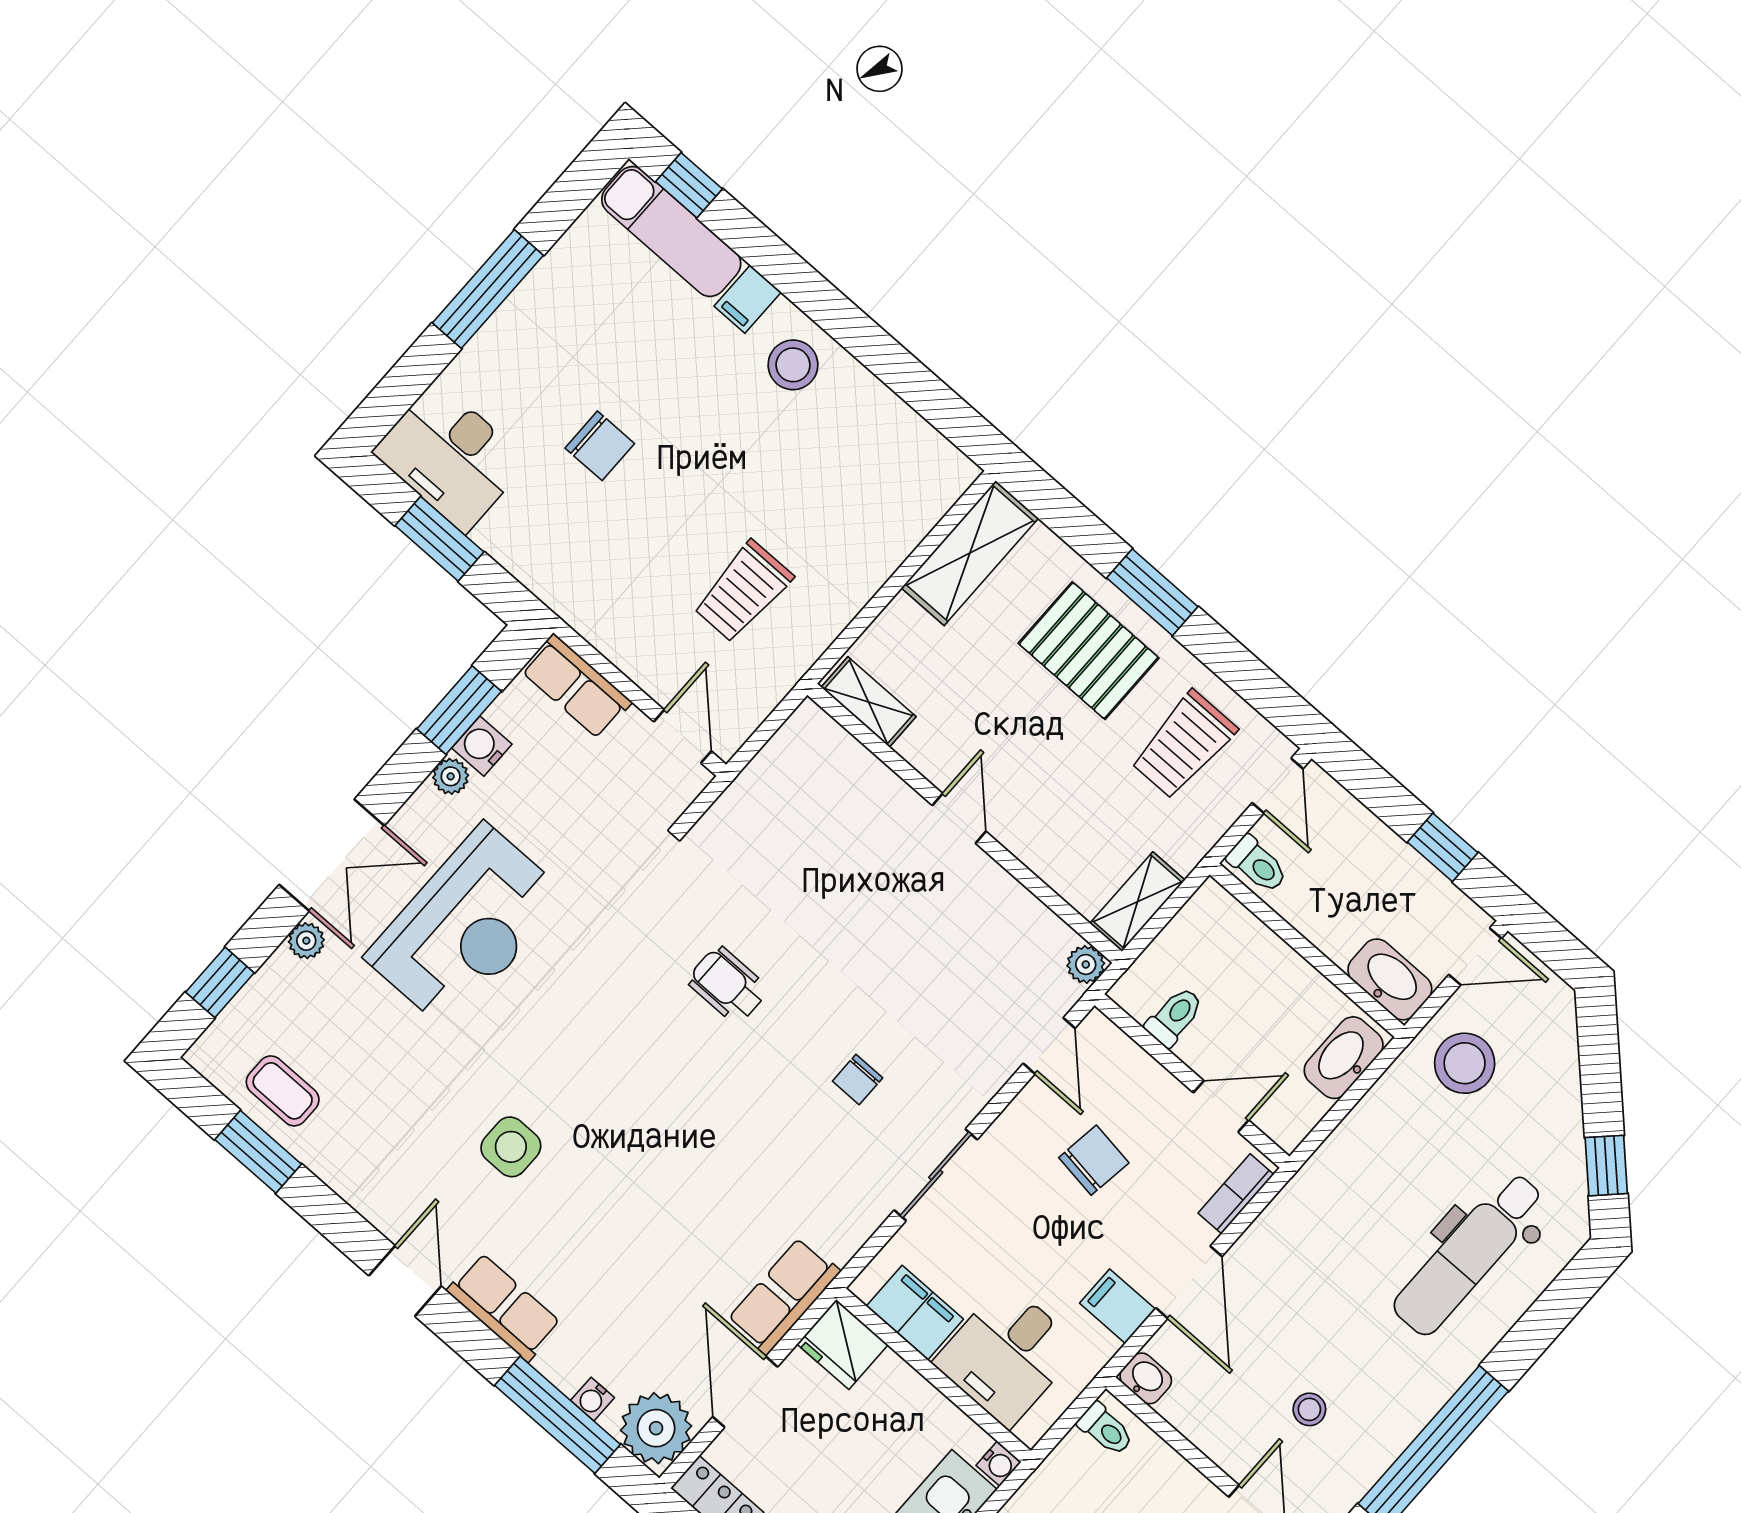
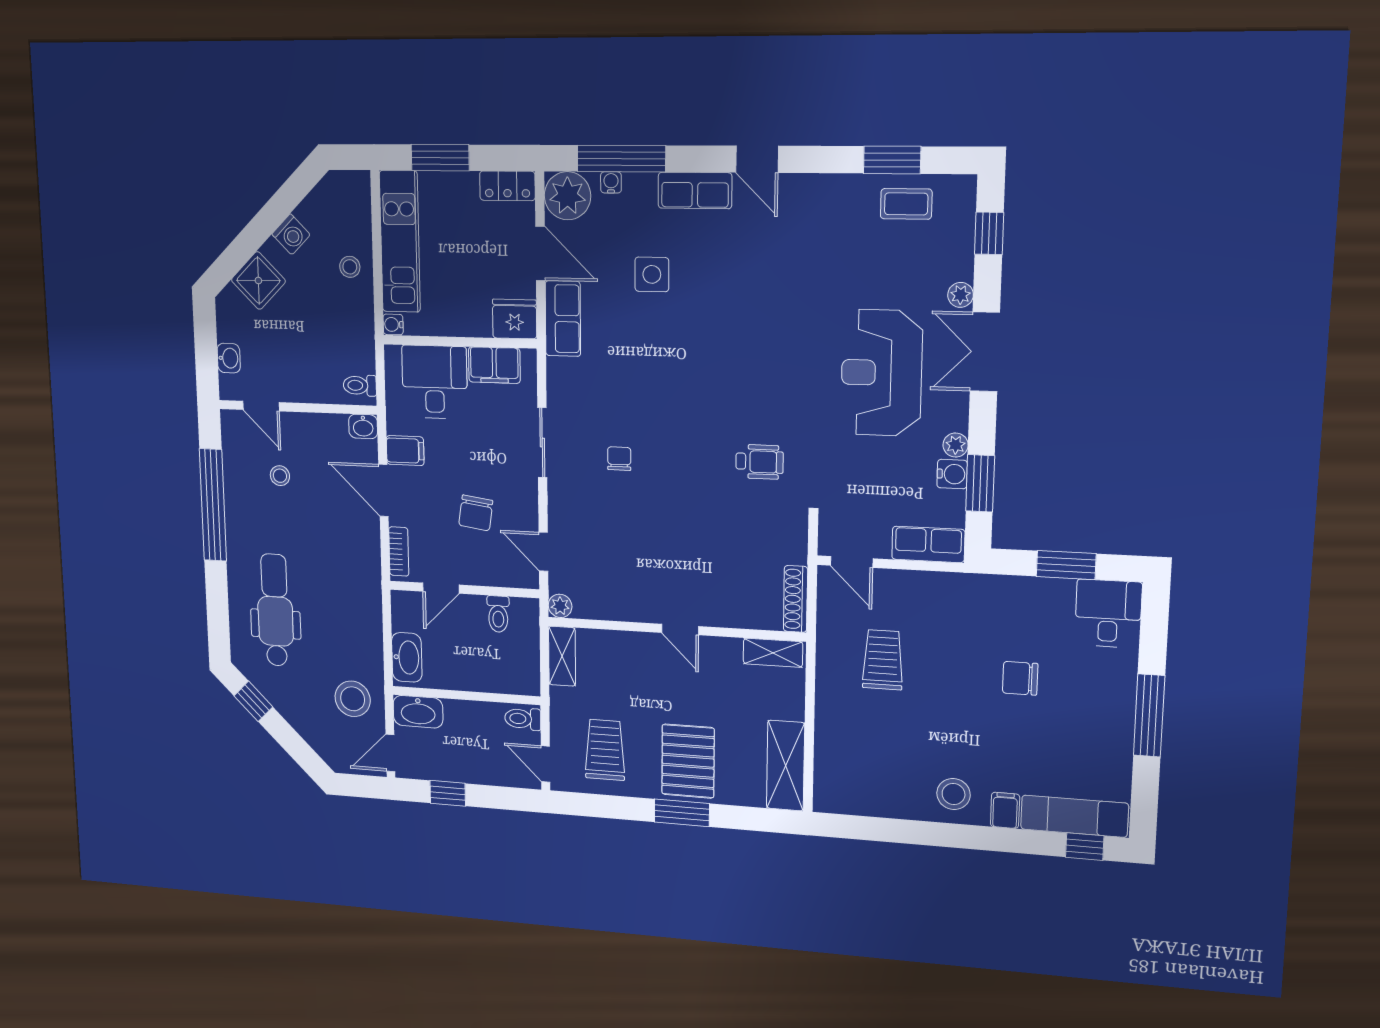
desk: (451, 457) -> (1108, 613), width x0.73
pallet: (1089, 651) -> (688, 761), turned 90
shoe rack: (786, 745) -> (795, 599), added
wheelchair: (728, 985) -> (760, 462), moved
side table: (511, 1147) -> (652, 274), moved

